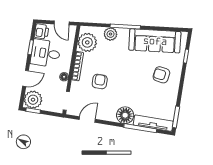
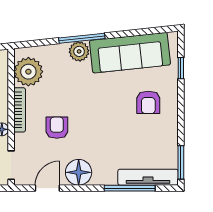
plant: (111, 34) -> (79, 51), moved
armchair: (161, 75) -> (148, 102), turned -99
floor lamp: (125, 115) -> (79, 172), moved

